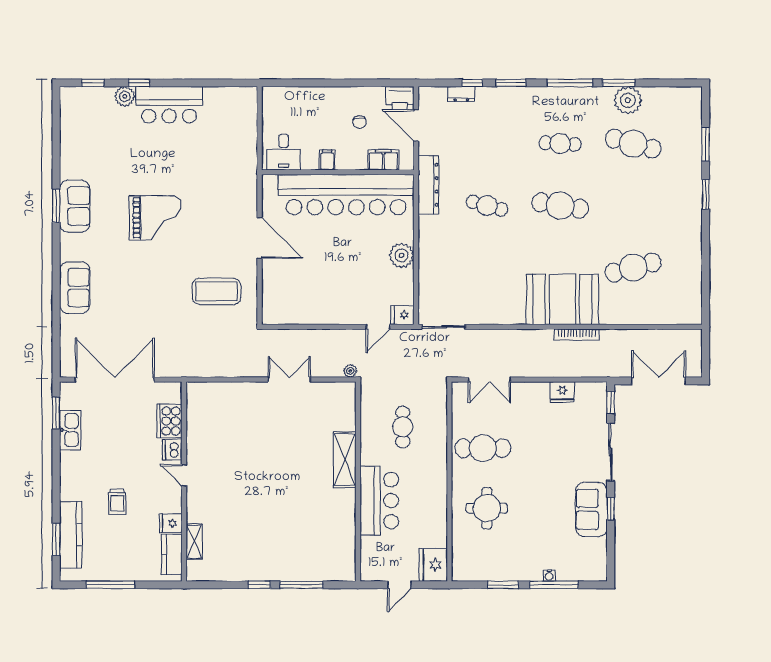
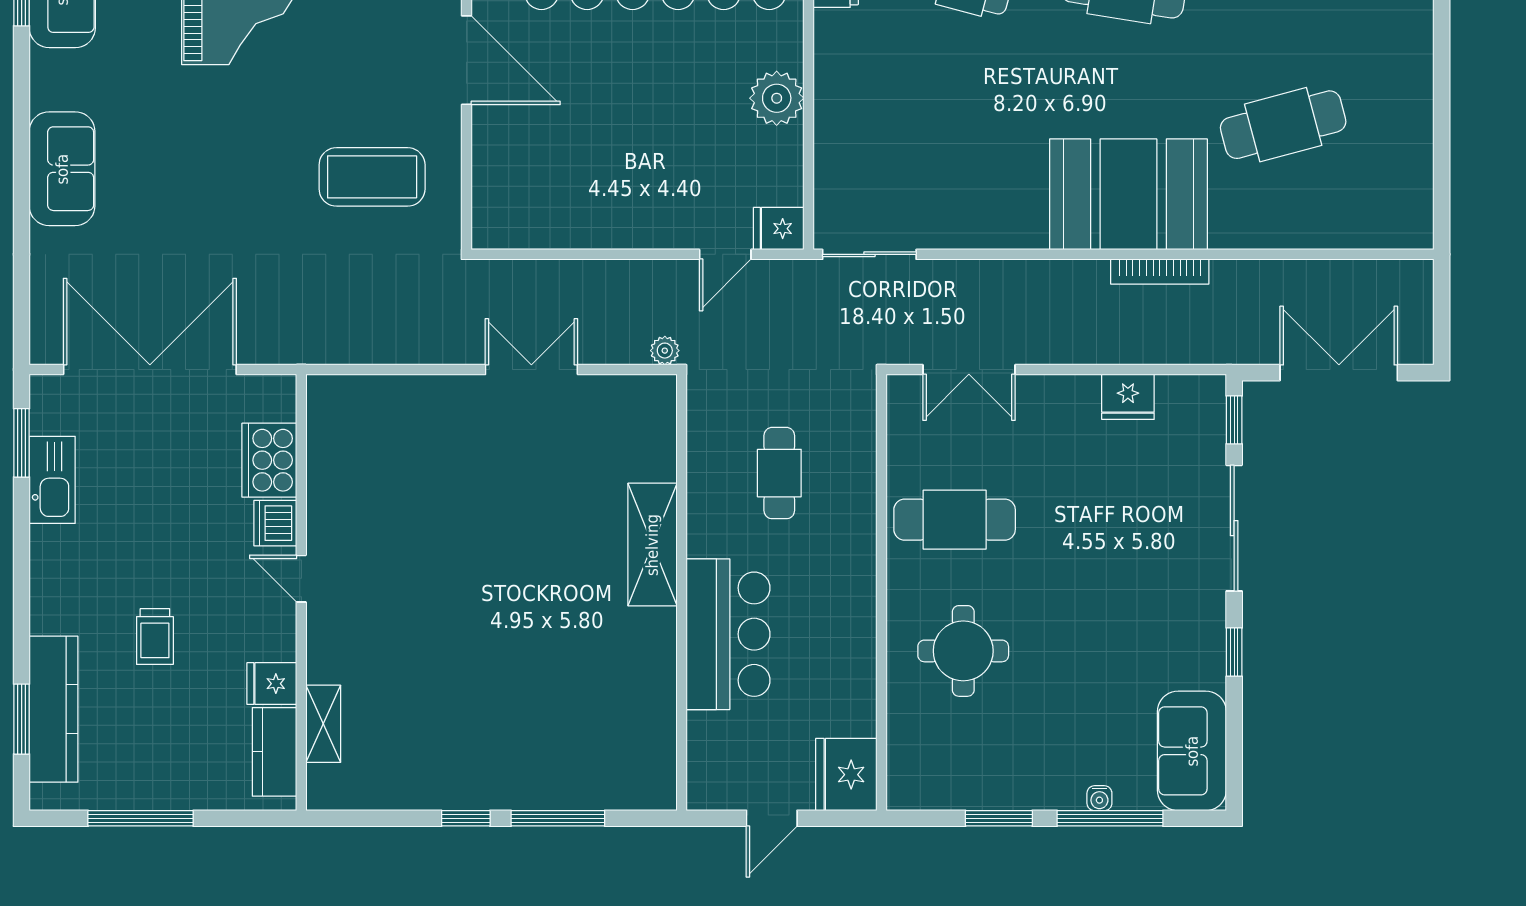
sofa: (591, 509) -> (1192, 751), moved

